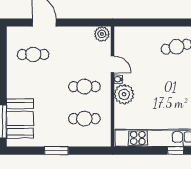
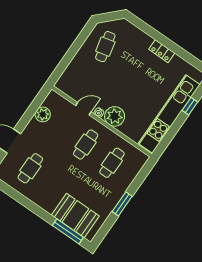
plant: (102, 34) -> (43, 114), moved

